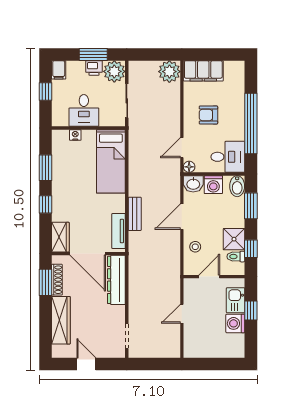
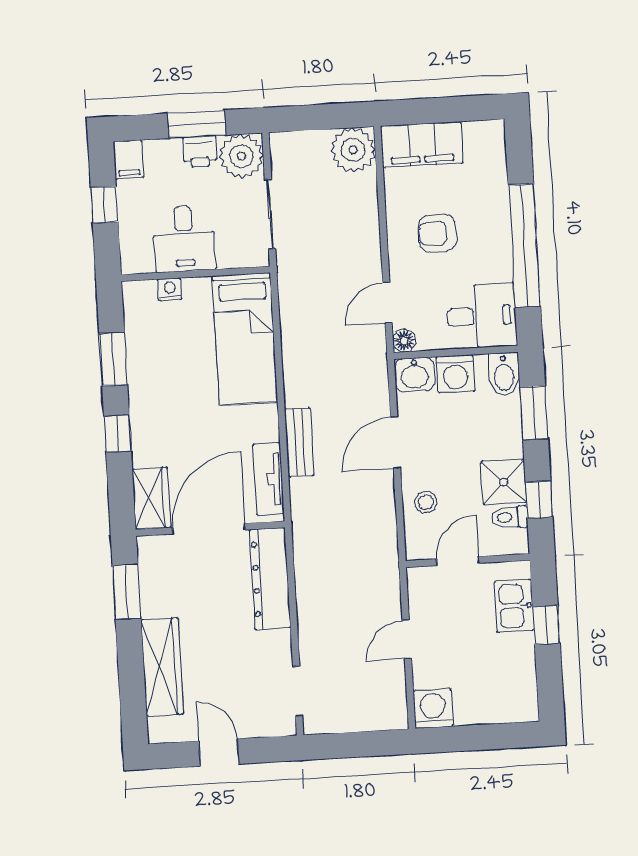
door: (88, 254) -> (209, 529), swing flipped
shoe rack: (57, 280) -> (149, 585), removed
washing machine: (235, 323) -> (433, 709), moved, turned 90

